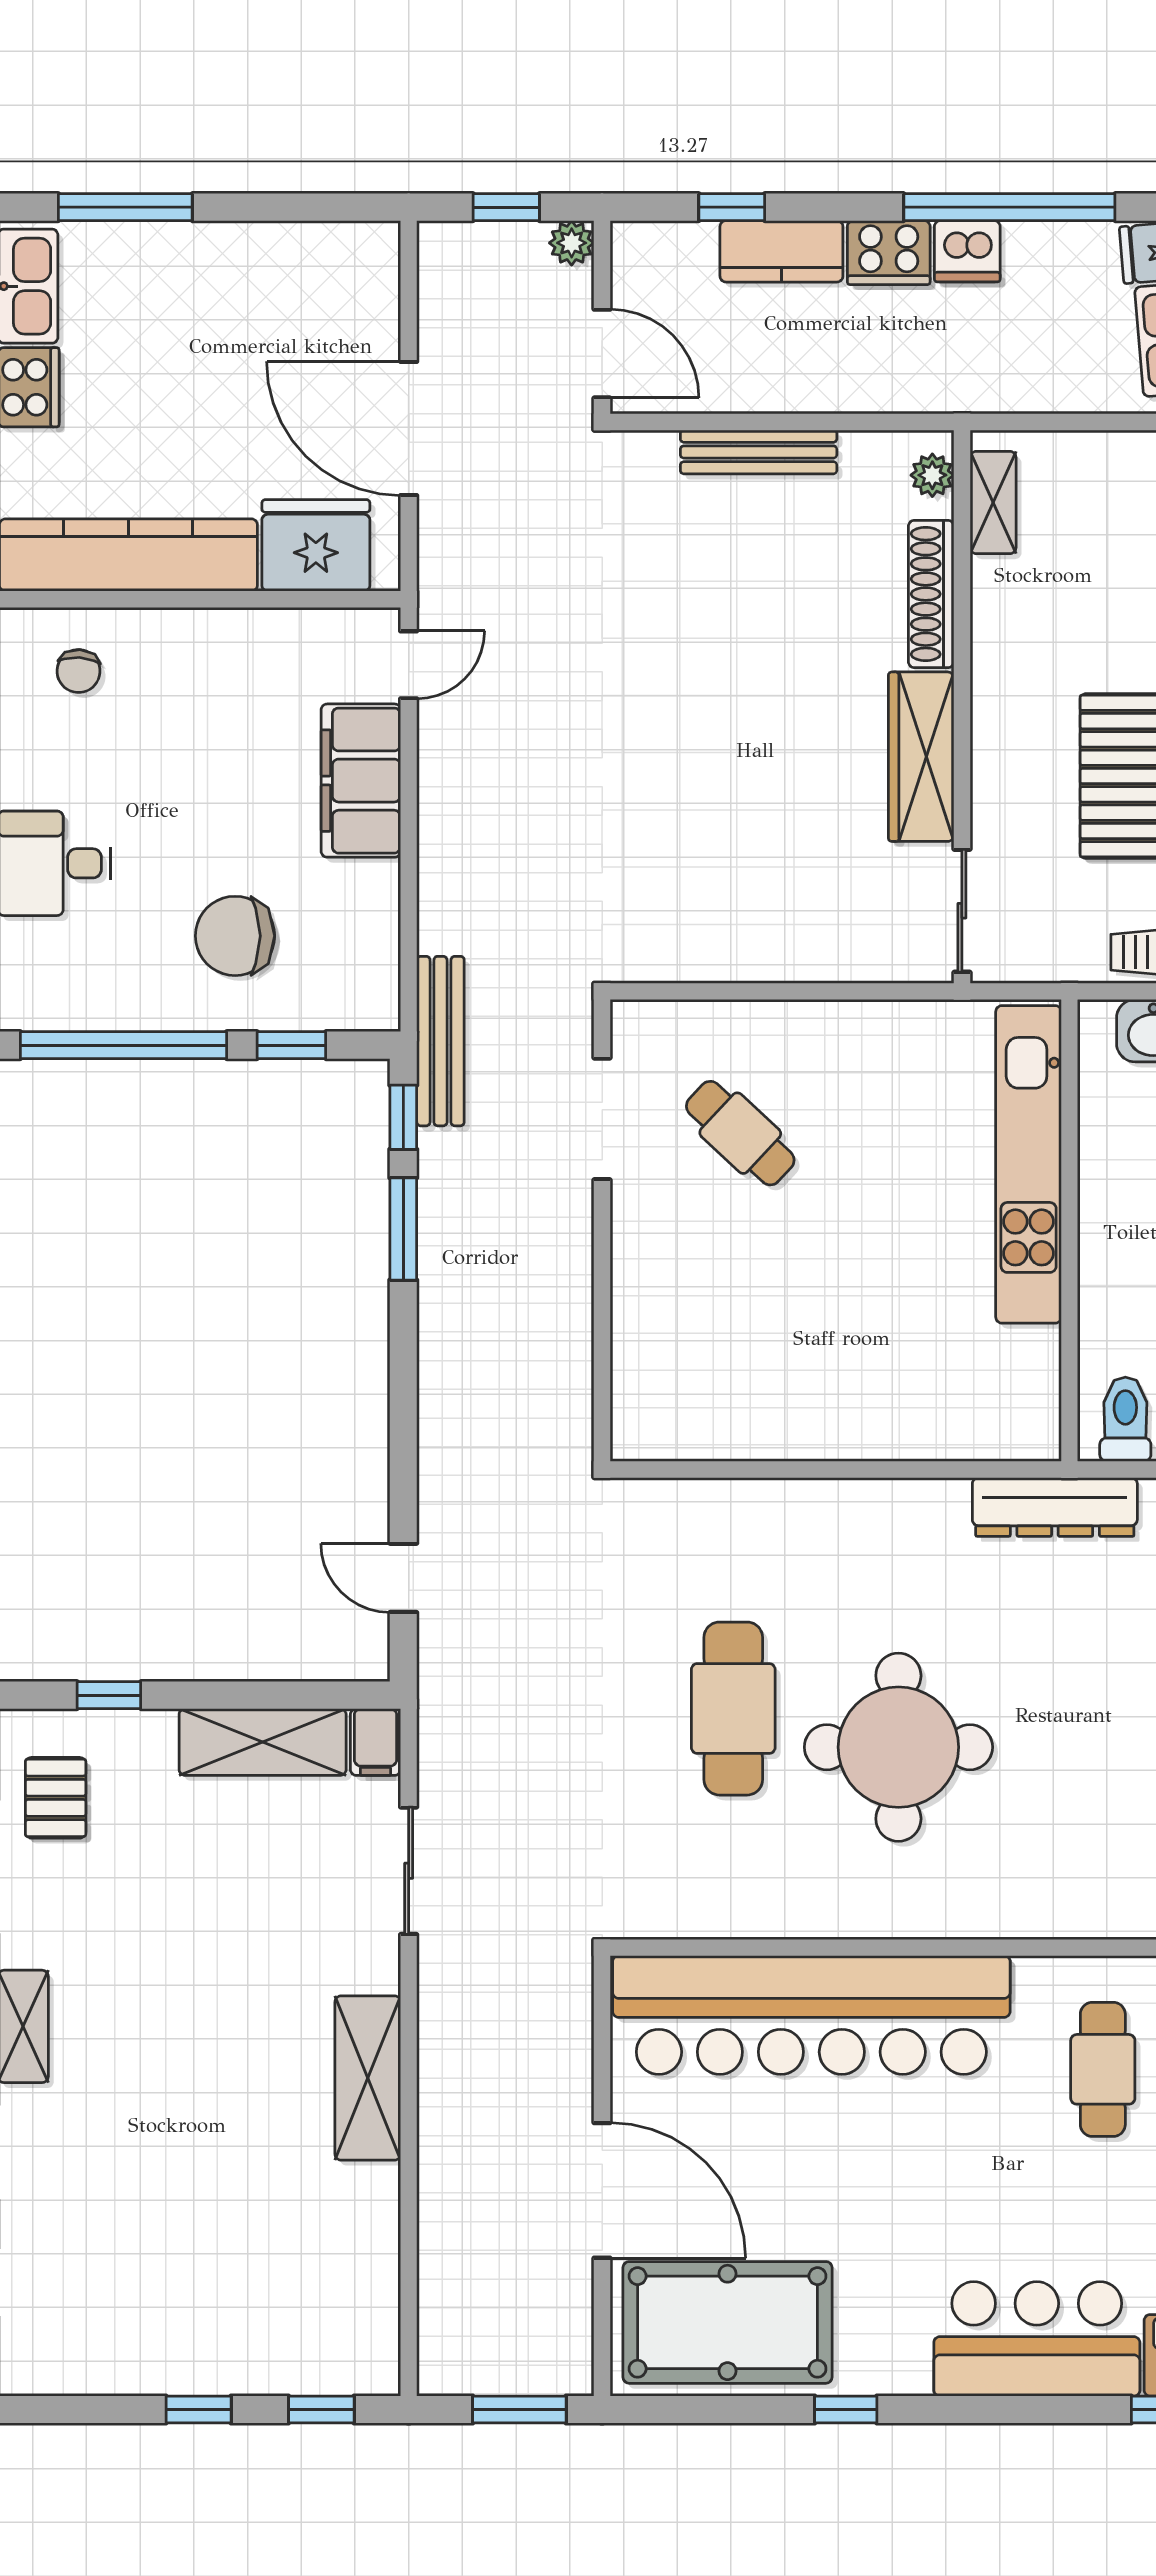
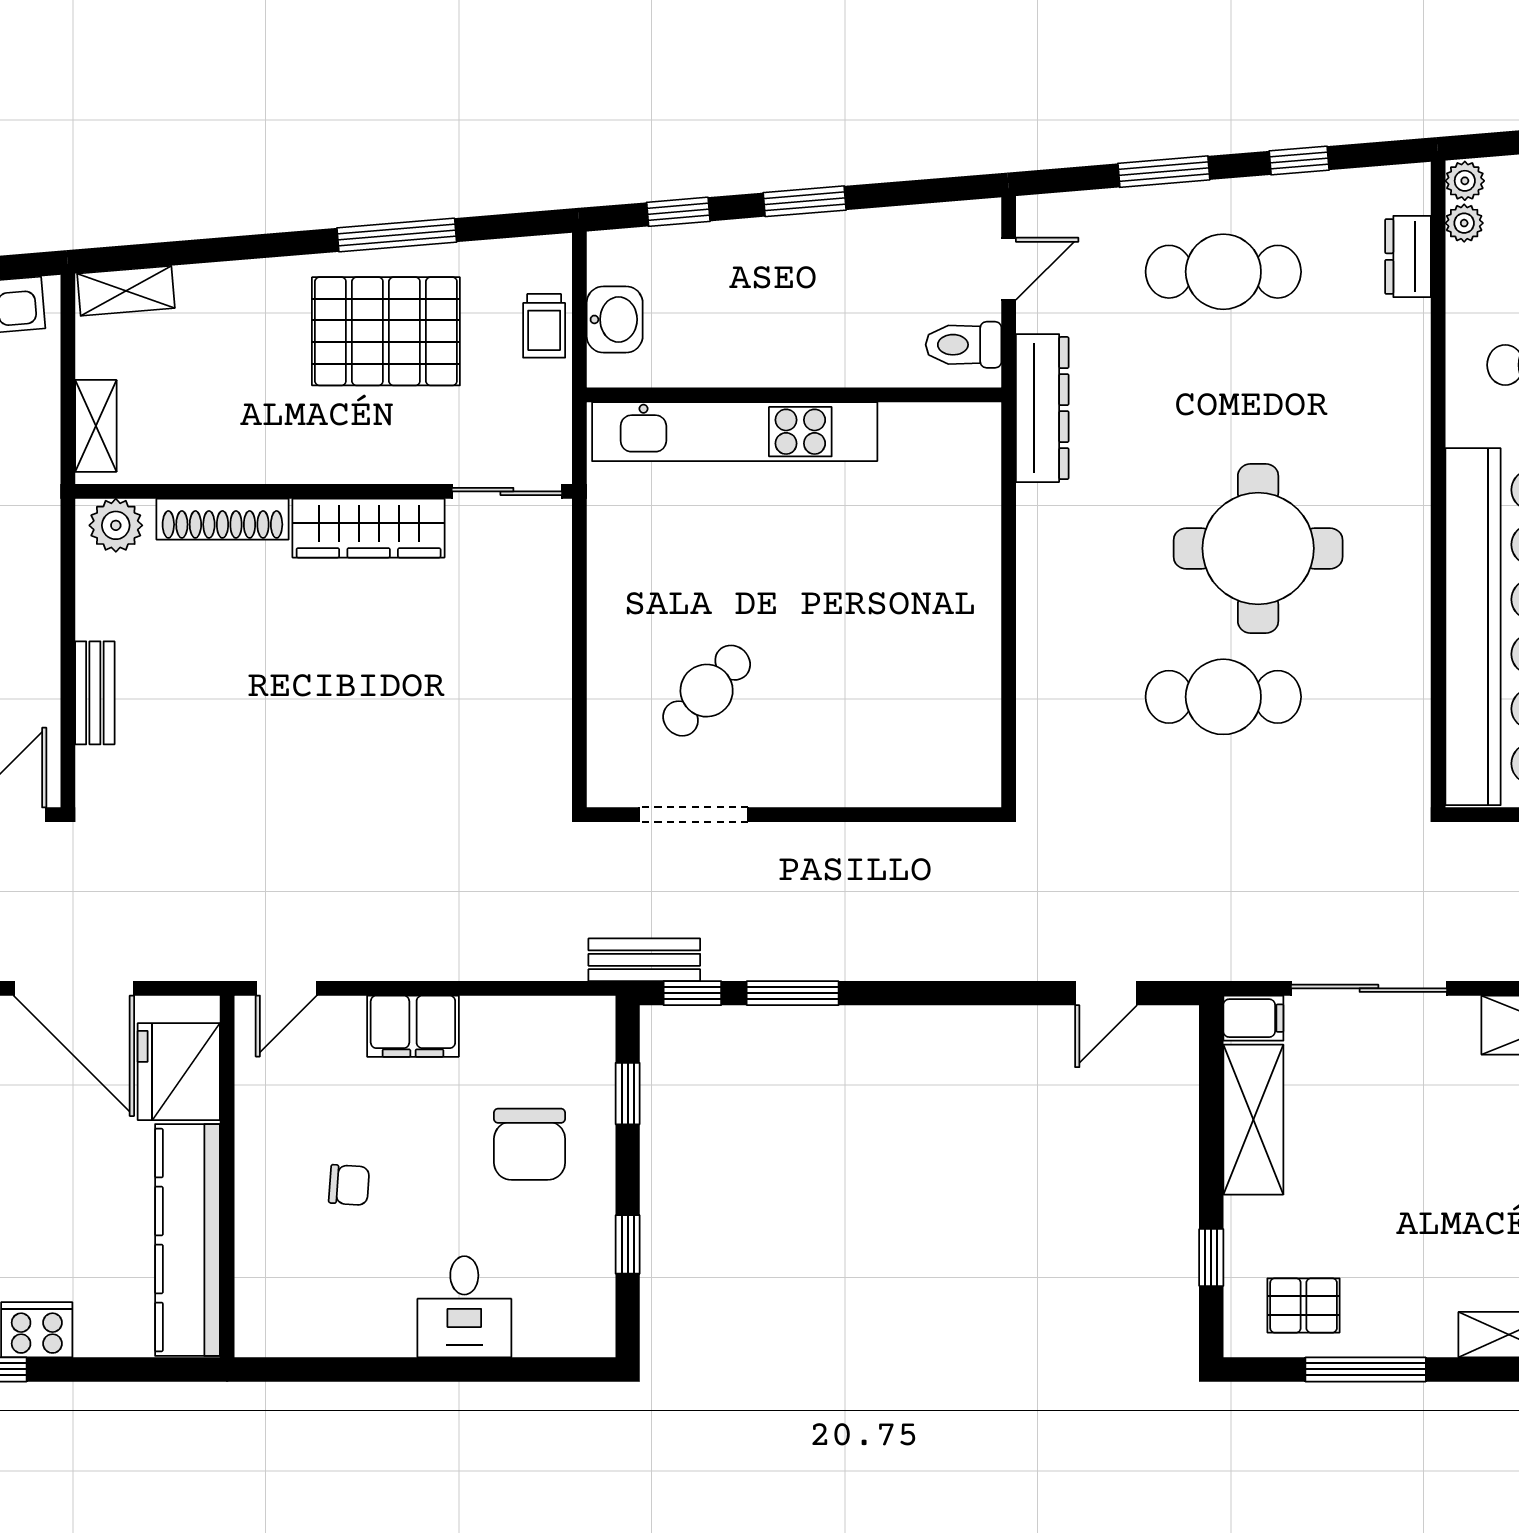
door: (409, 428) -> (74, 988), hinge flipped
bench: (759, 452) -> (95, 693), width x0.73
plant: (932, 475) -> (116, 525), width x1.38, depth x1.38
shelving: (993, 502) -> (96, 426), moved, turned 90
door: (409, 665) -> (286, 988), swing flipped
chair: (78, 671) -> (349, 1185), moved
filing cabinet: (361, 781) -> (413, 1026), width x0.67, depth x0.86
bench: (440, 1041) -> (644, 960), width x0.73
window: (124, 1045) -> (628, 1244), width x0.32
sliding door: (409, 1871) -> (1369, 988), width x1.37

